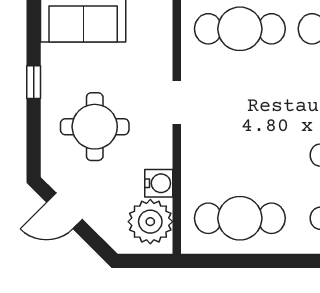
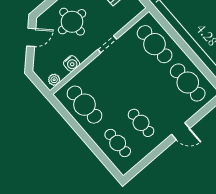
door: (65, 211) -> (31, 37), swing flipped
plant: (150, 222) -> (54, 80), width x0.53, depth x0.53

